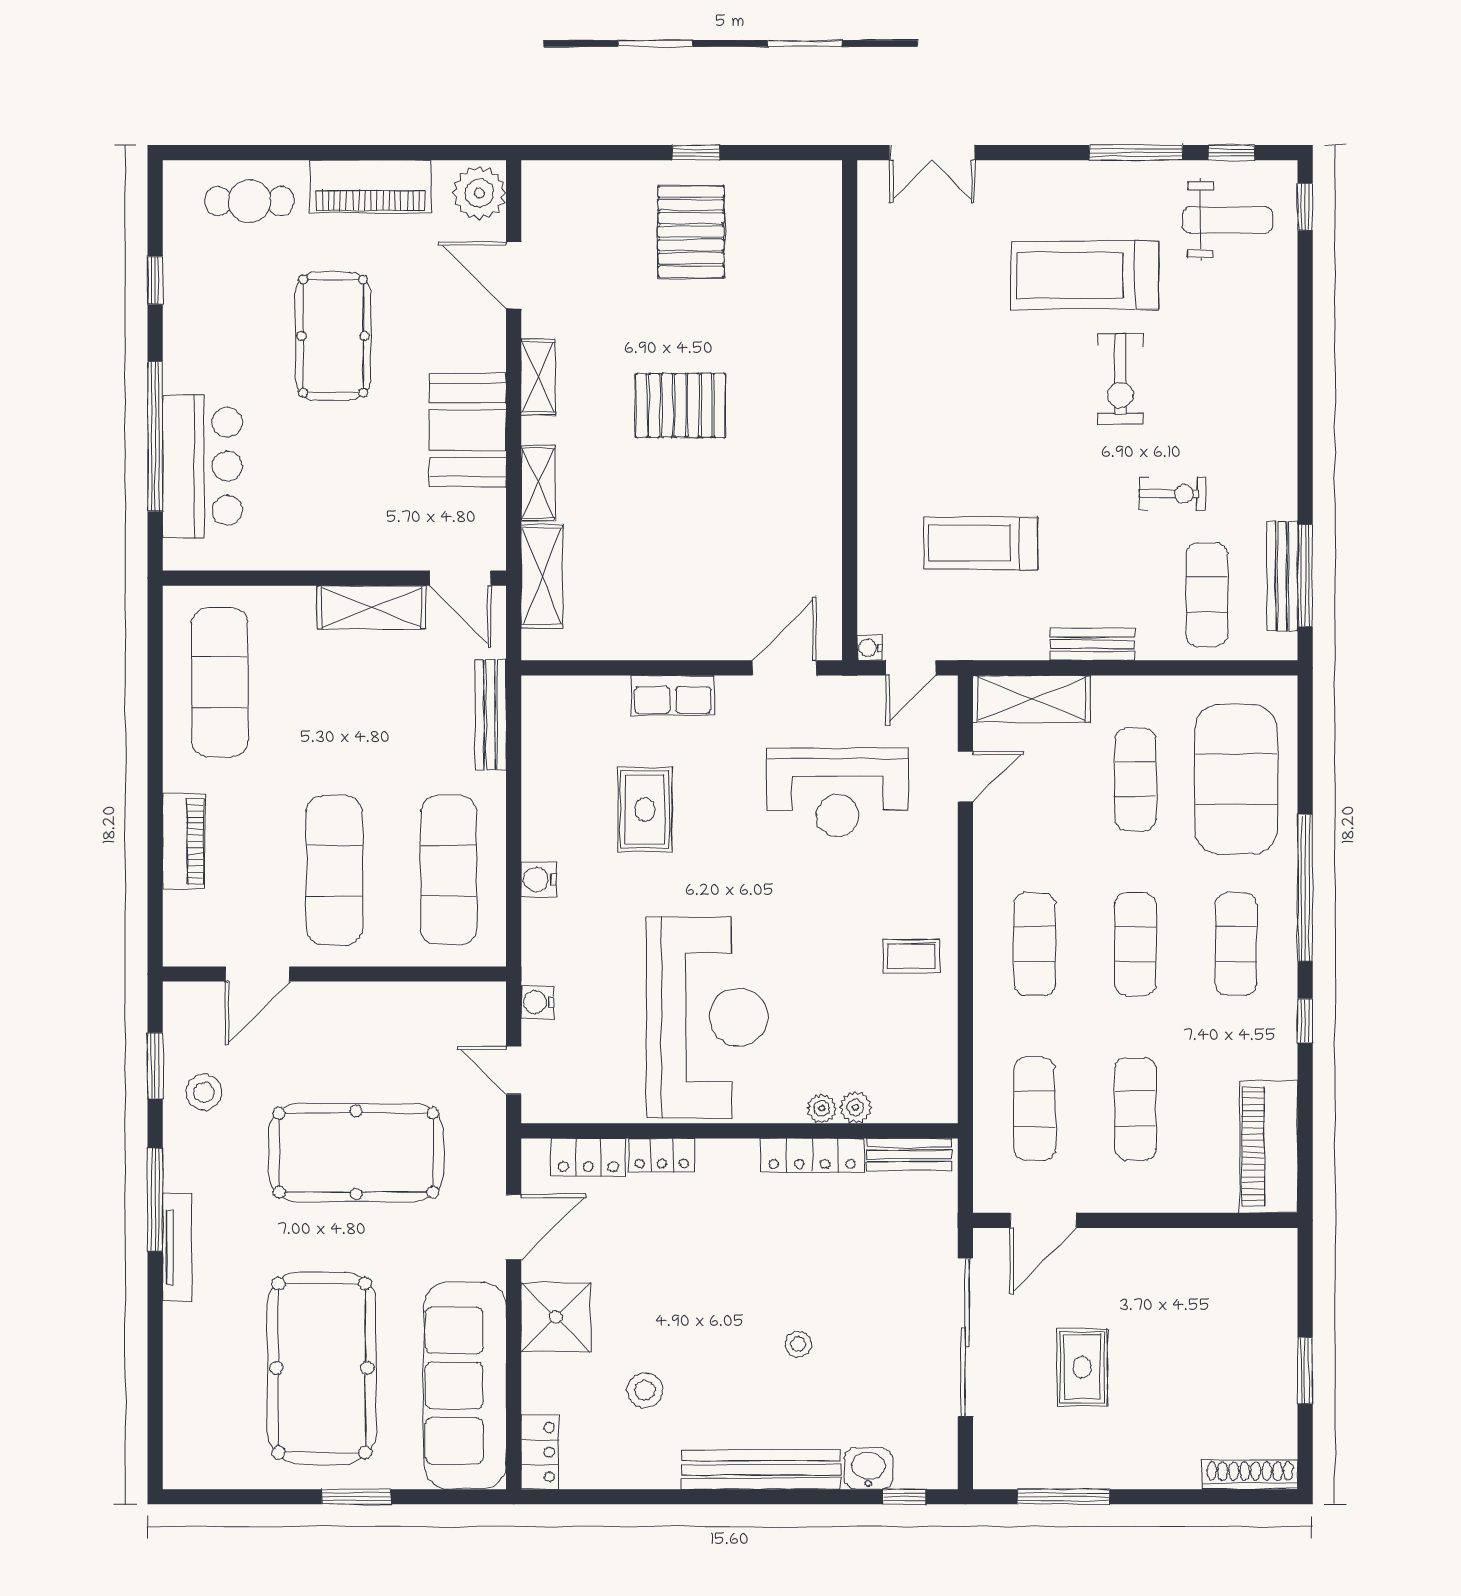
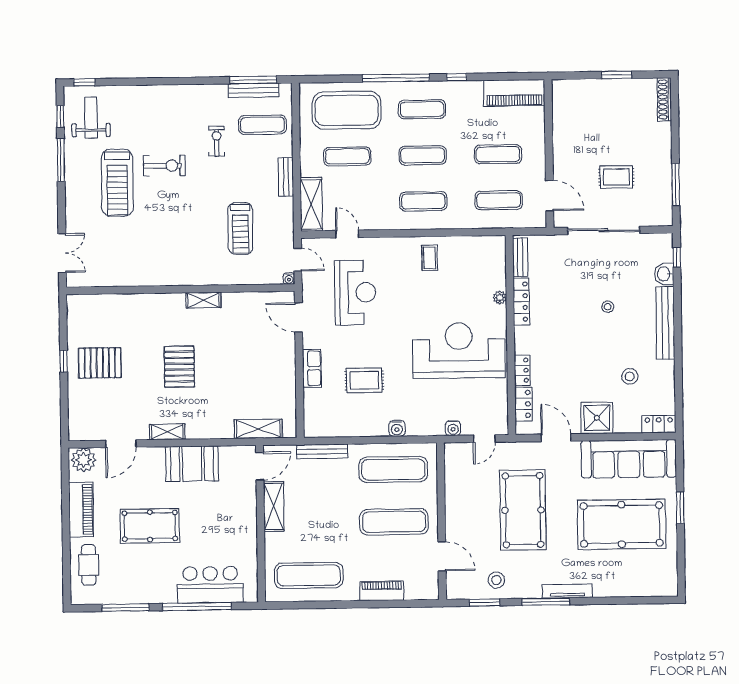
window: (155, 280) -> (126, 608), width x2.17
shelving: (538, 483) -> (203, 300), moved
plant: (856, 1107) -> (499, 282), removed

